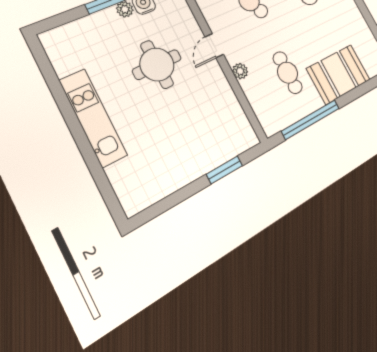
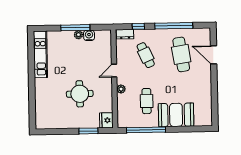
round table: (157, 64) -> (80, 94), moved
kitchen unit: (93, 118) -> (40, 54), moved
fridge: (244, 135) -> (106, 120), added

